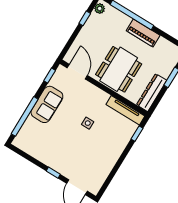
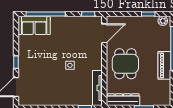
dining table: (119, 69) -> (125, 64), width x0.73
sofa: (47, 104) -> (34, 25), moved

